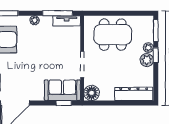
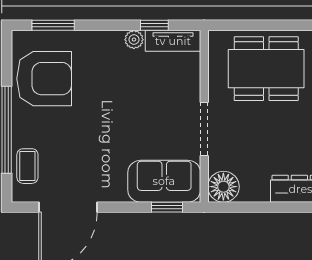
window: (58, 13) -> (154, 25), width x0.46
plant: (35, 20) -> (134, 40), moved

